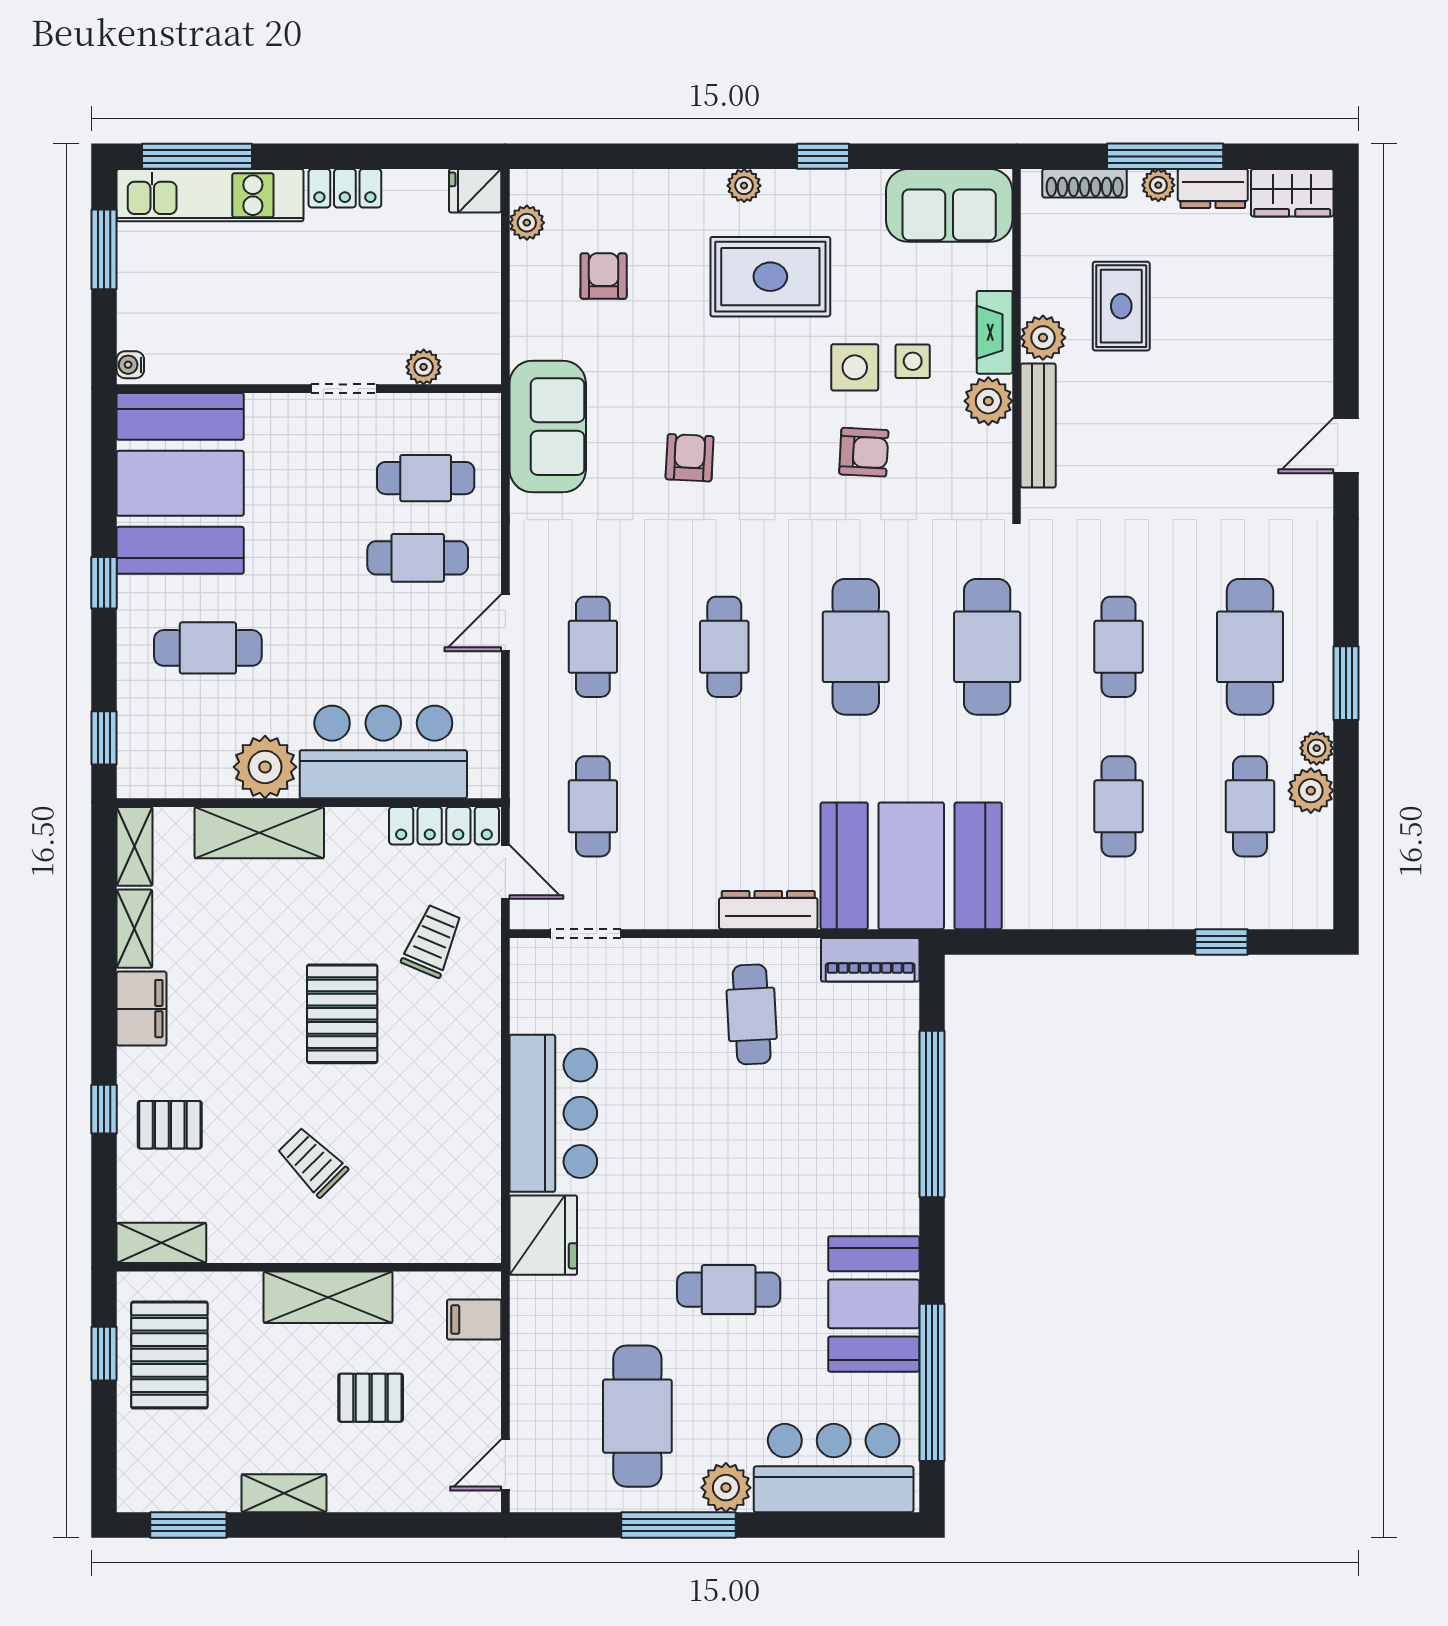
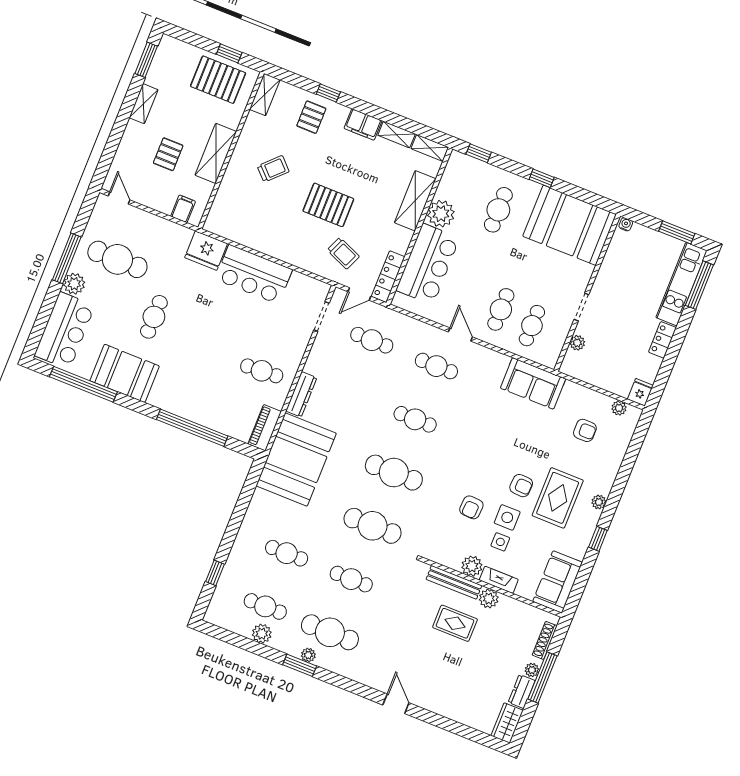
rug: (1121, 306) -> (455, 623), moved
armchair: (690, 458) -> (521, 486), moved
plant: (1317, 748) -> (308, 655), moved

